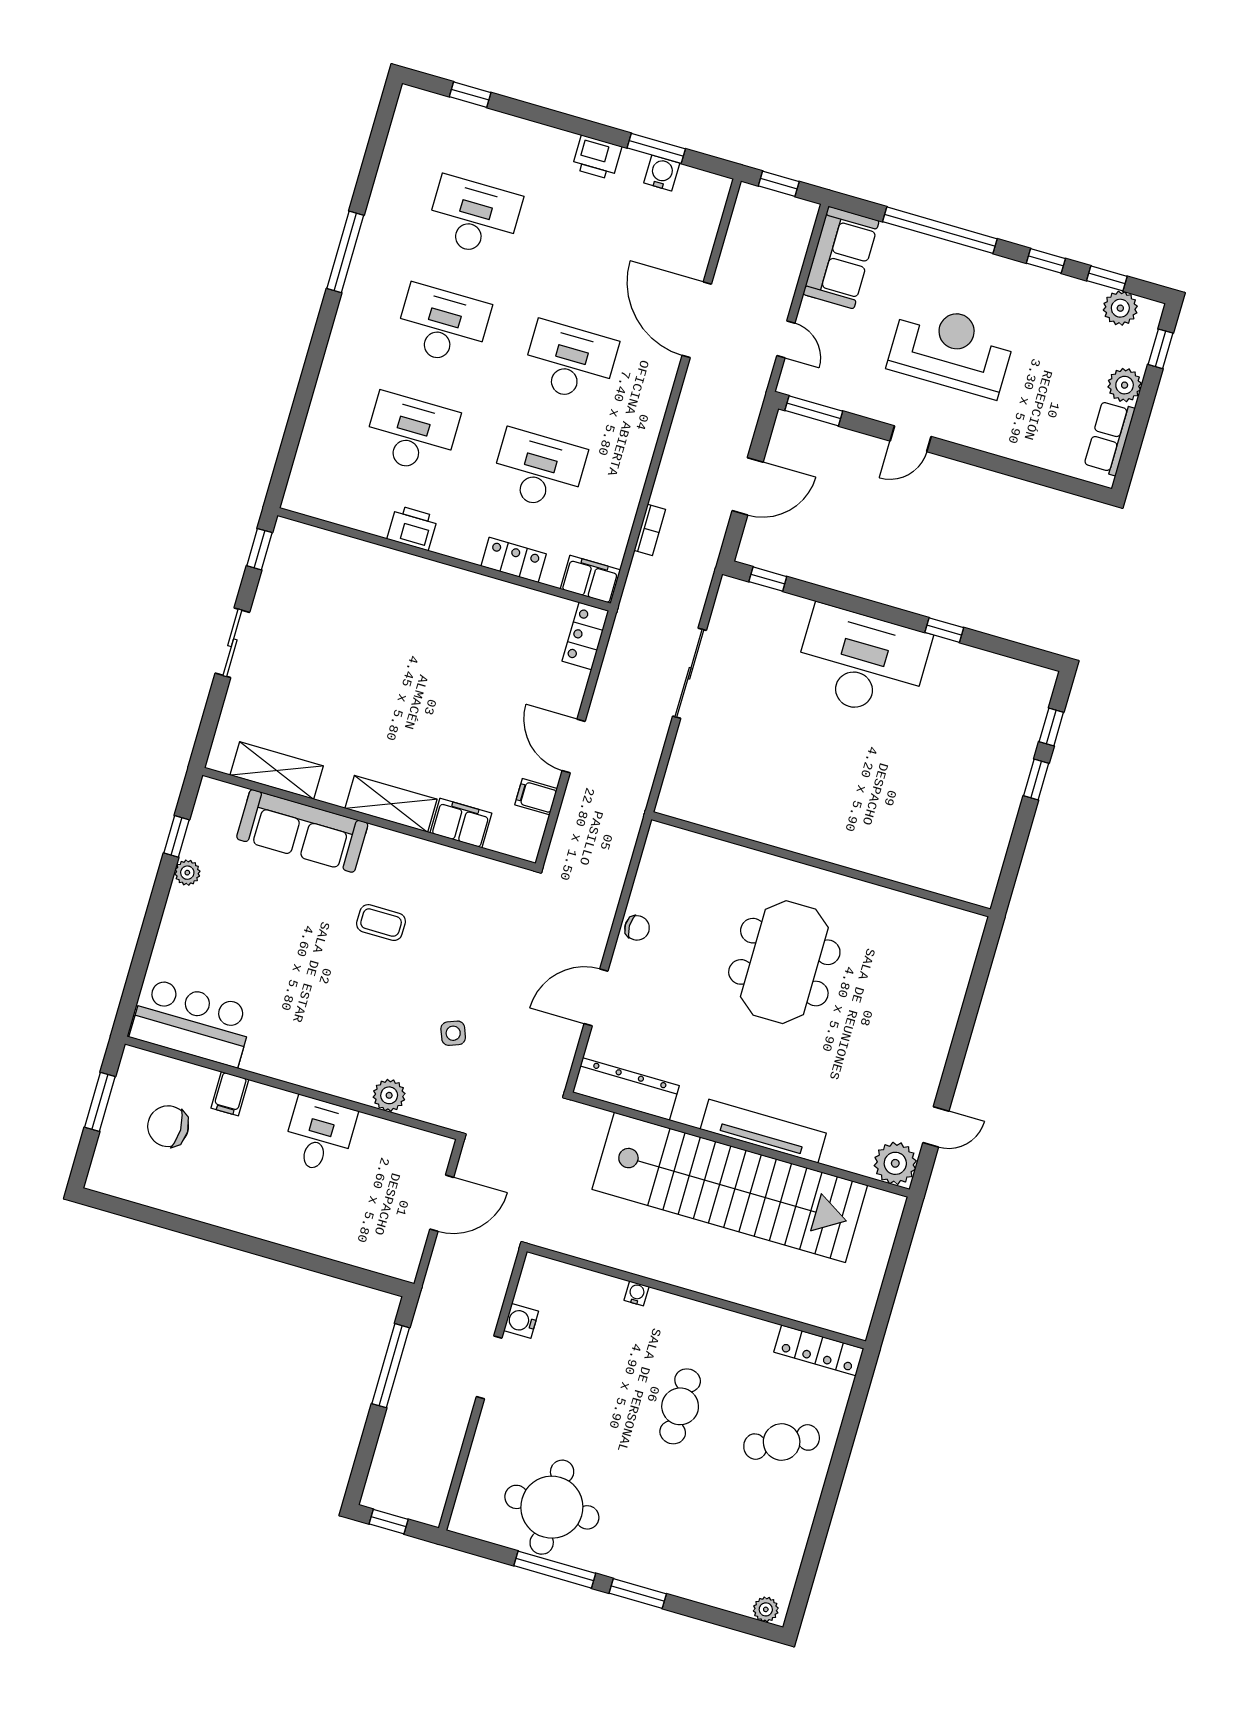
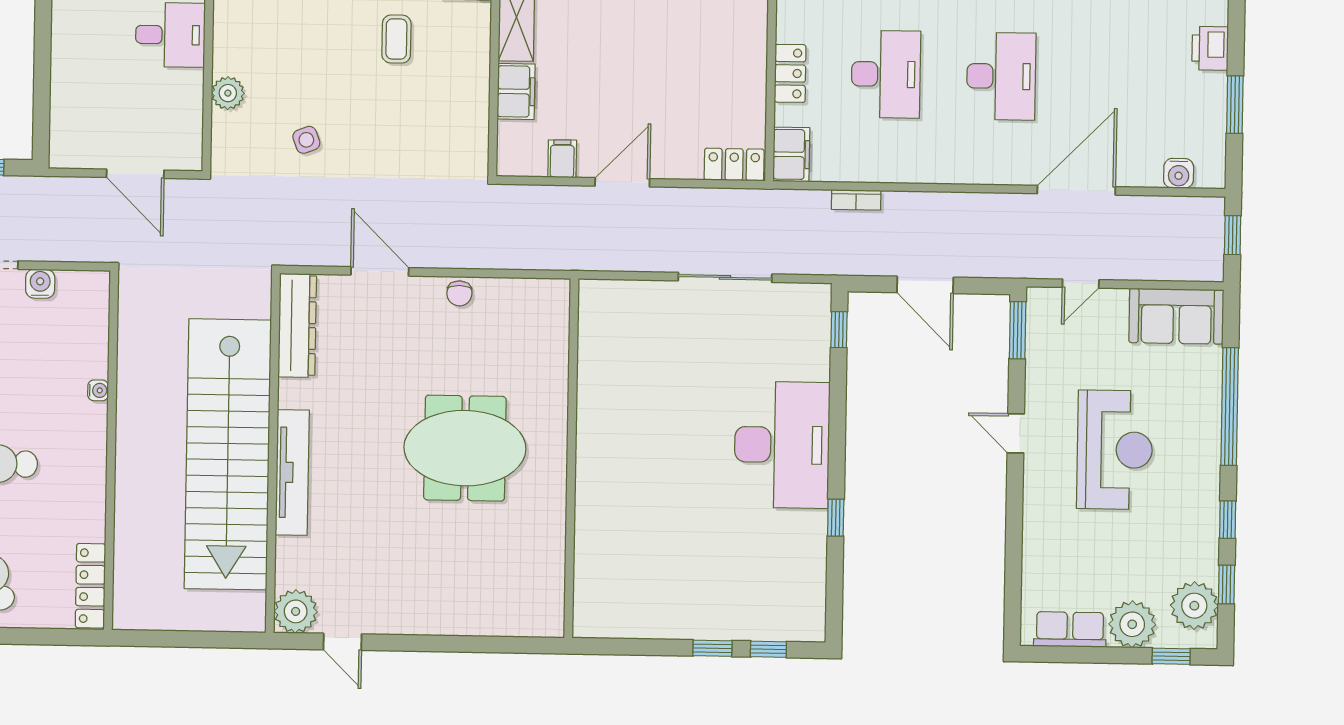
water cooler: (662, 173) -> (1179, 173), moved, turned 90
plant: (1120, 308) -> (1194, 606), width x1.36, depth x1.36
plant: (1125, 385) -> (1132, 624), width x1.36, depth x1.36

